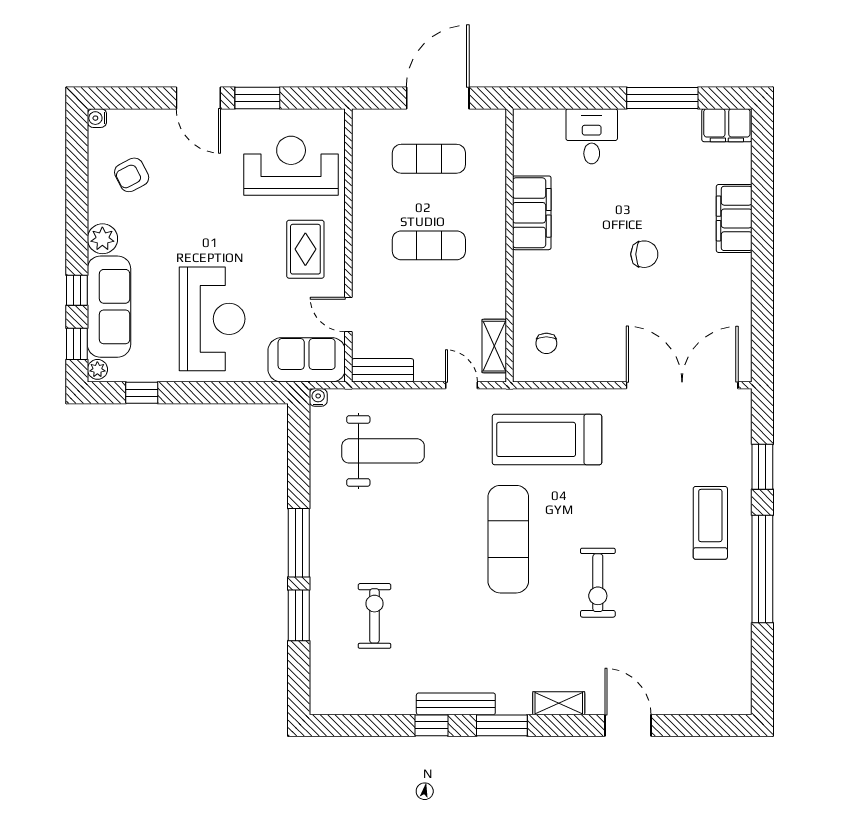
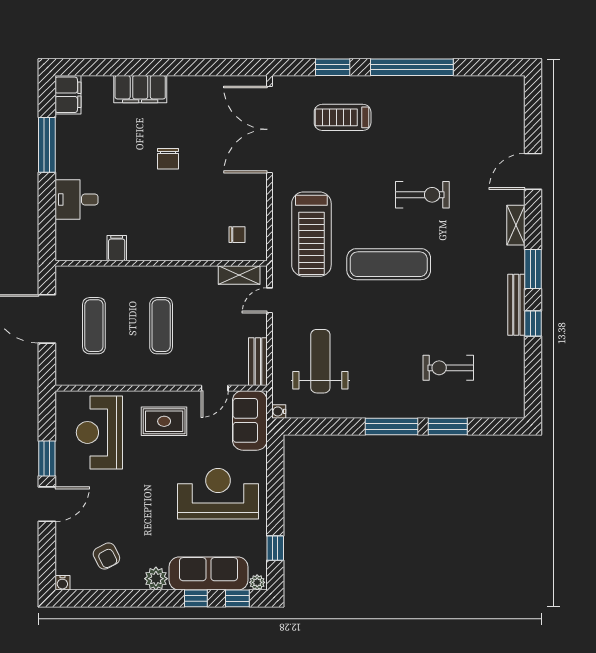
filing cabinet: (532, 213) -> (117, 248), width x0.33, depth x0.86
chair: (644, 254) -> (168, 159), turned 180
treadmill: (710, 523) -> (343, 117), moved

